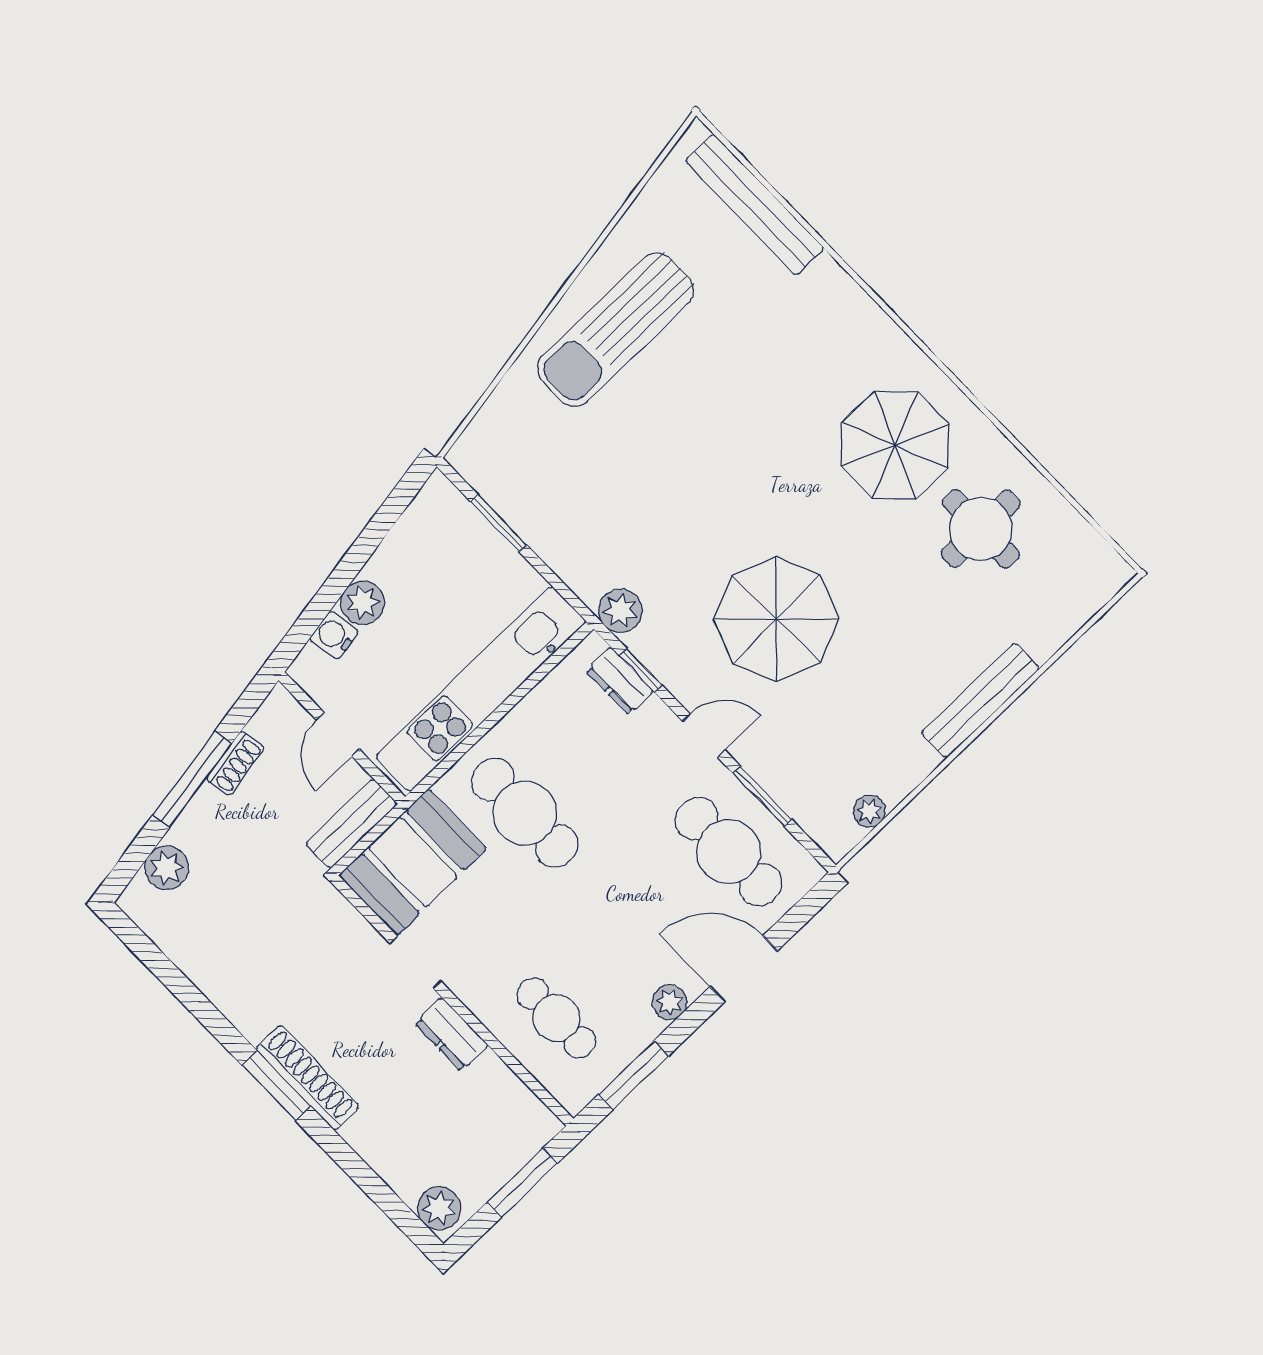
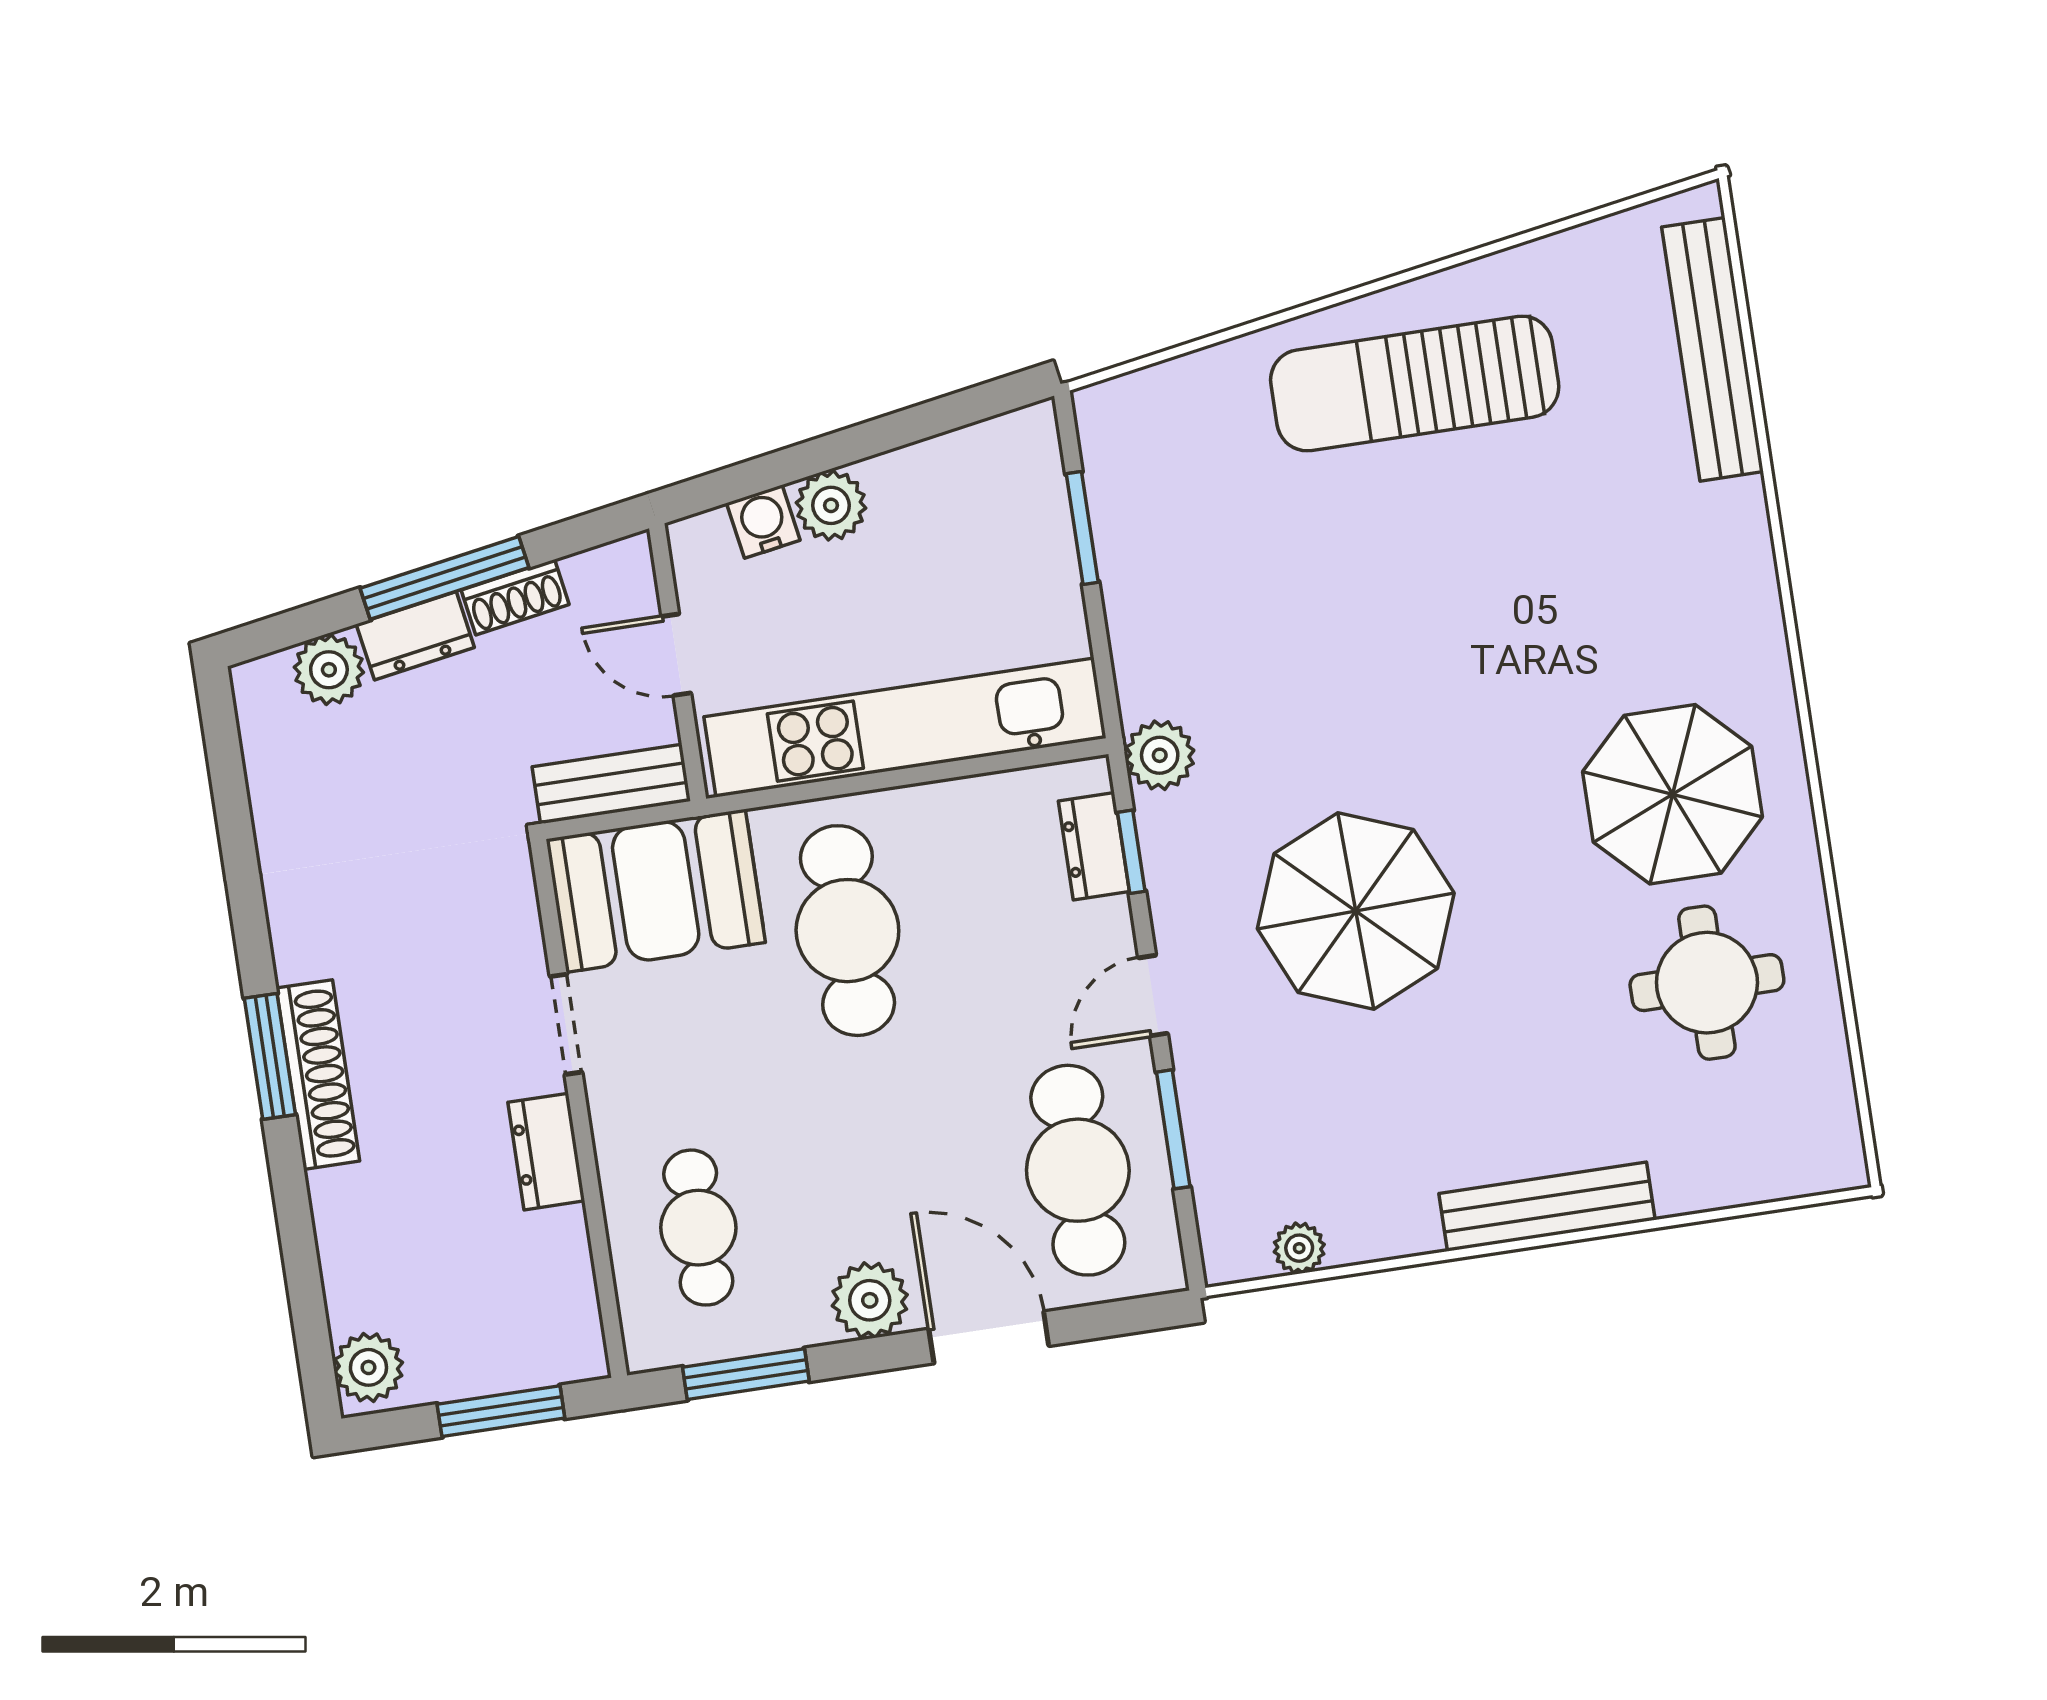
door: (338, 735) -> (676, 655), hinge flipped
door: (704, 736) -> (1153, 996), swing flipped
dresser: (198, 819) -> (415, 636), added
plant: (670, 1002) -> (870, 1300), width x1.38, depth x1.38

